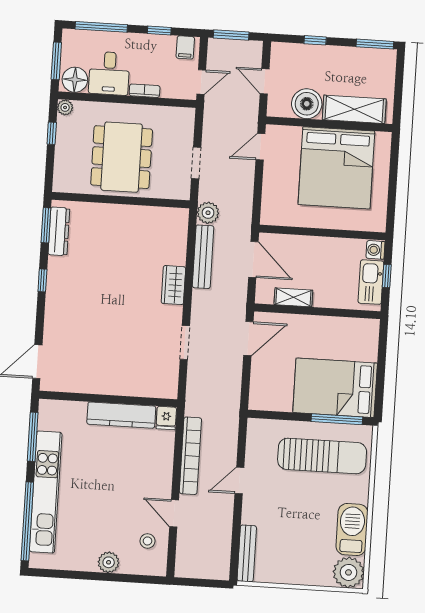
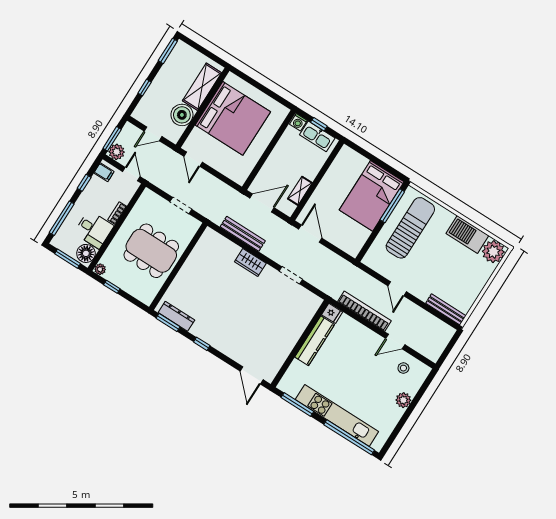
plant: (208, 213) -> (117, 152), moved

